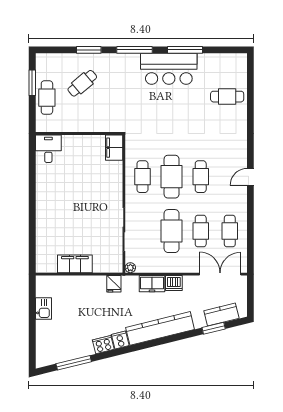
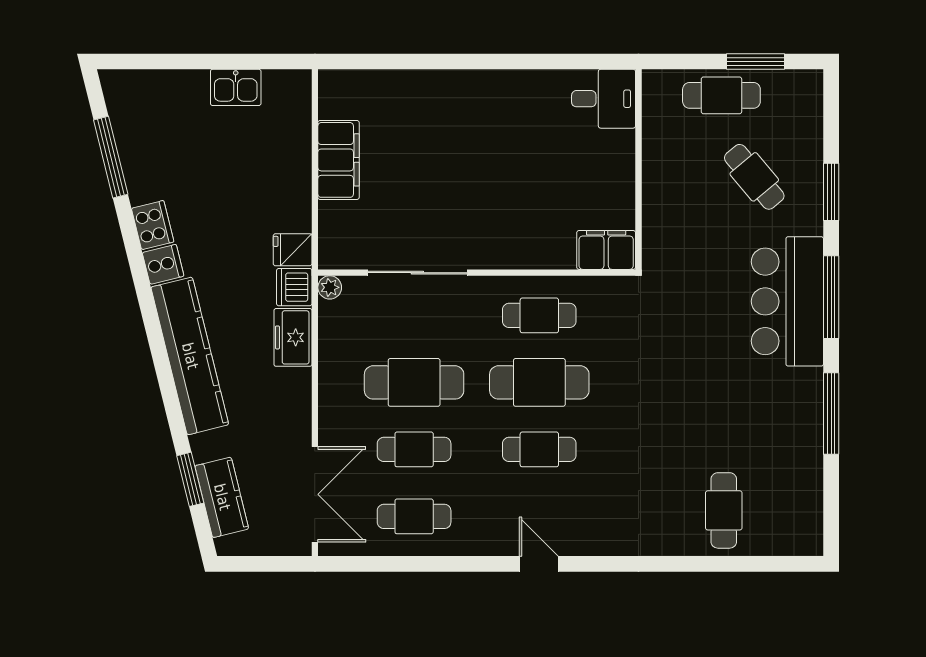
bar counter: (169, 69) -> (787, 301), moved
dishwasher: (174, 283) -> (294, 287), moved

